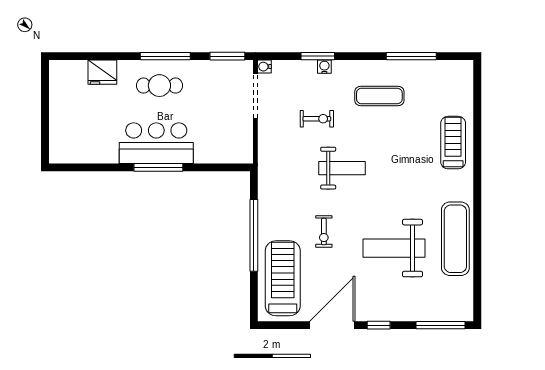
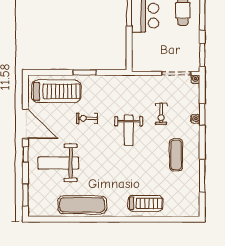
window: (254, 235) -> (84, 72), width x0.47
weight bench: (394, 248) -> (58, 163), moved, turned -90
window: (440, 325) -> (25, 195), width x0.69

